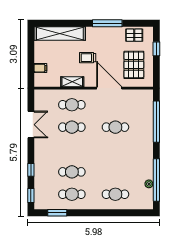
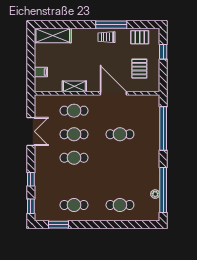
shelving: (60, 33) -> (53, 36), width x0.68
trolley: (88, 58) -> (107, 37), moved
pallet: (134, 65) -> (139, 69), width x0.67, depth x0.71
cafe table: (72, 172) -> (74, 158), moved

